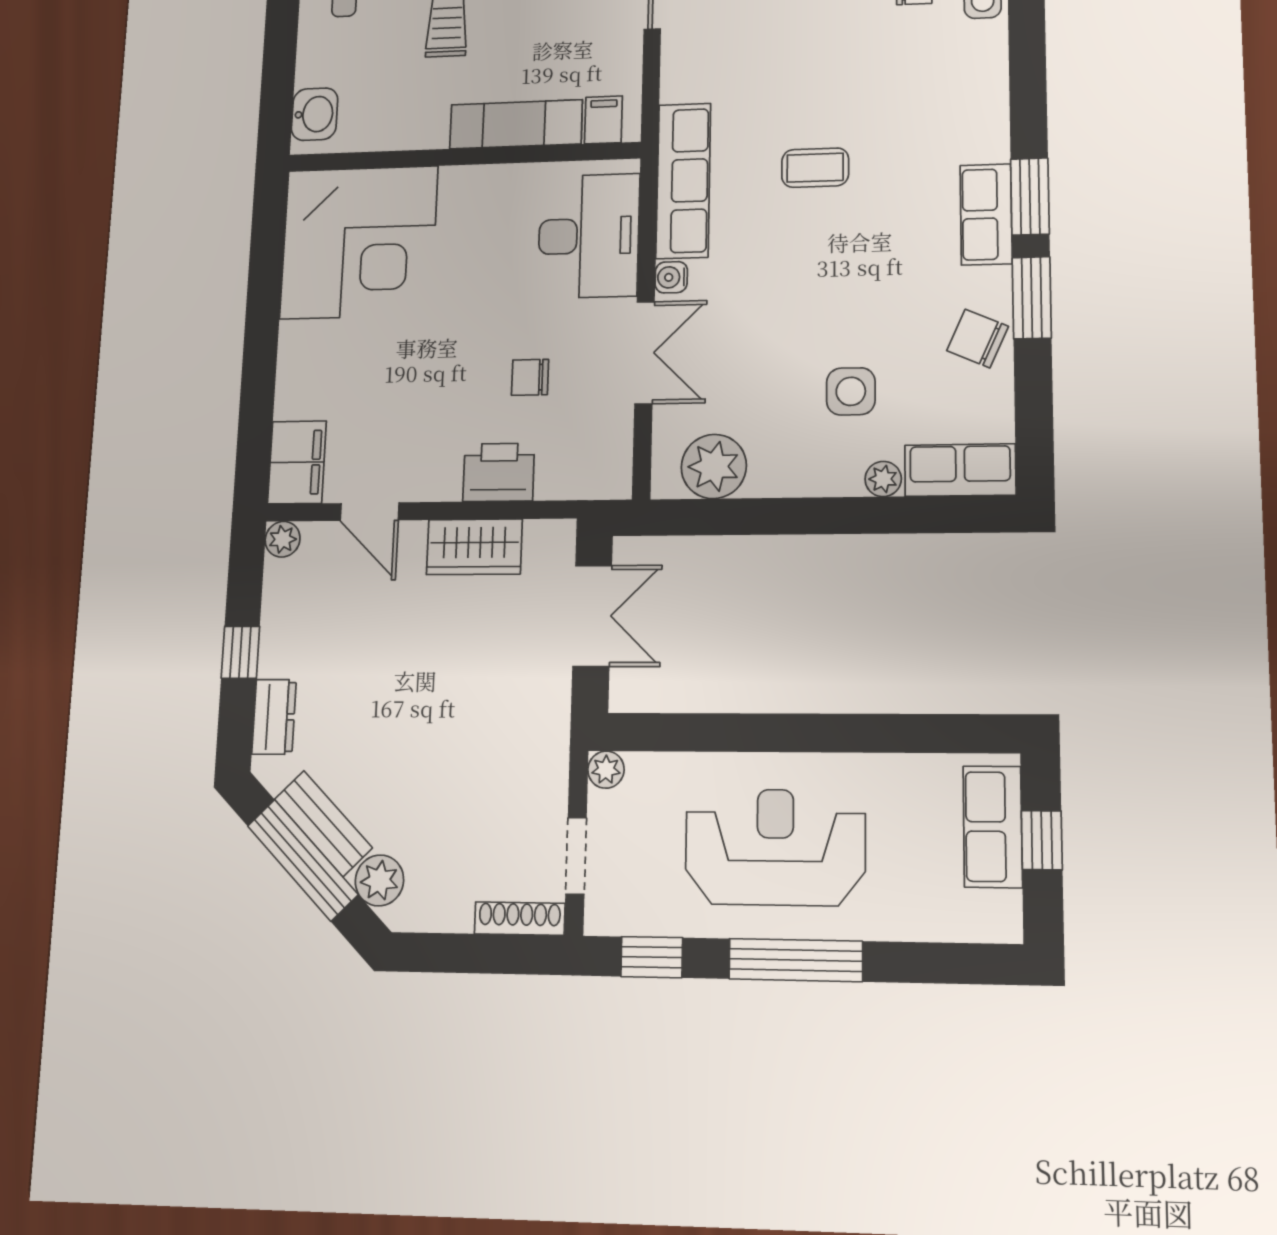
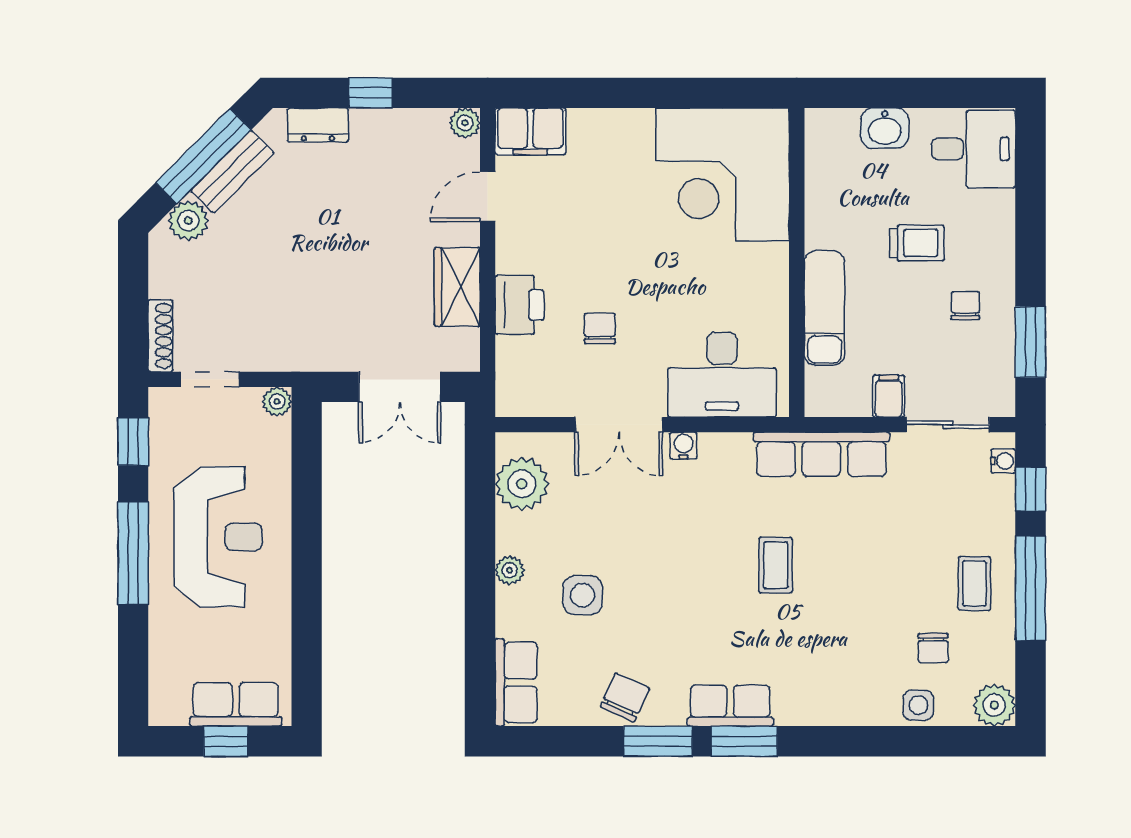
washbasin: (315, 114) -> (885, 128), moved
filing cabinet: (603, 120) -> (889, 396), moved, turned -90
row of seats: (683, 181) -> (821, 454), moved
plant: (883, 479) -> (510, 570), moved

